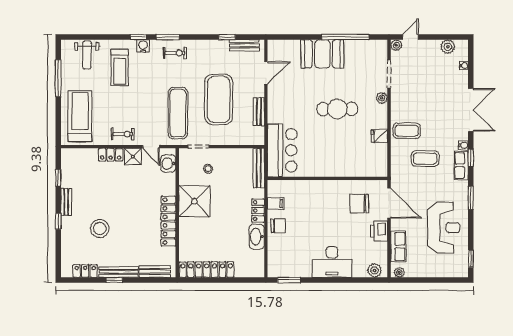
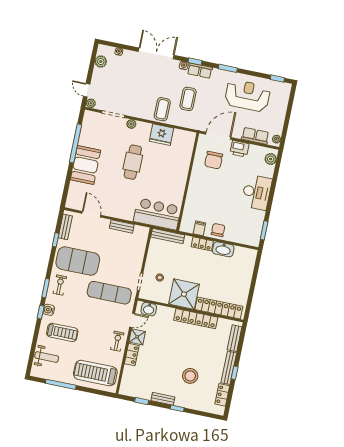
exercise mat: (219, 99) -> (78, 261), moved
fridge: (379, 136) -> (162, 135), width x1.88, depth x1.34
locker: (207, 270) -> (219, 308), moved, turned 90

